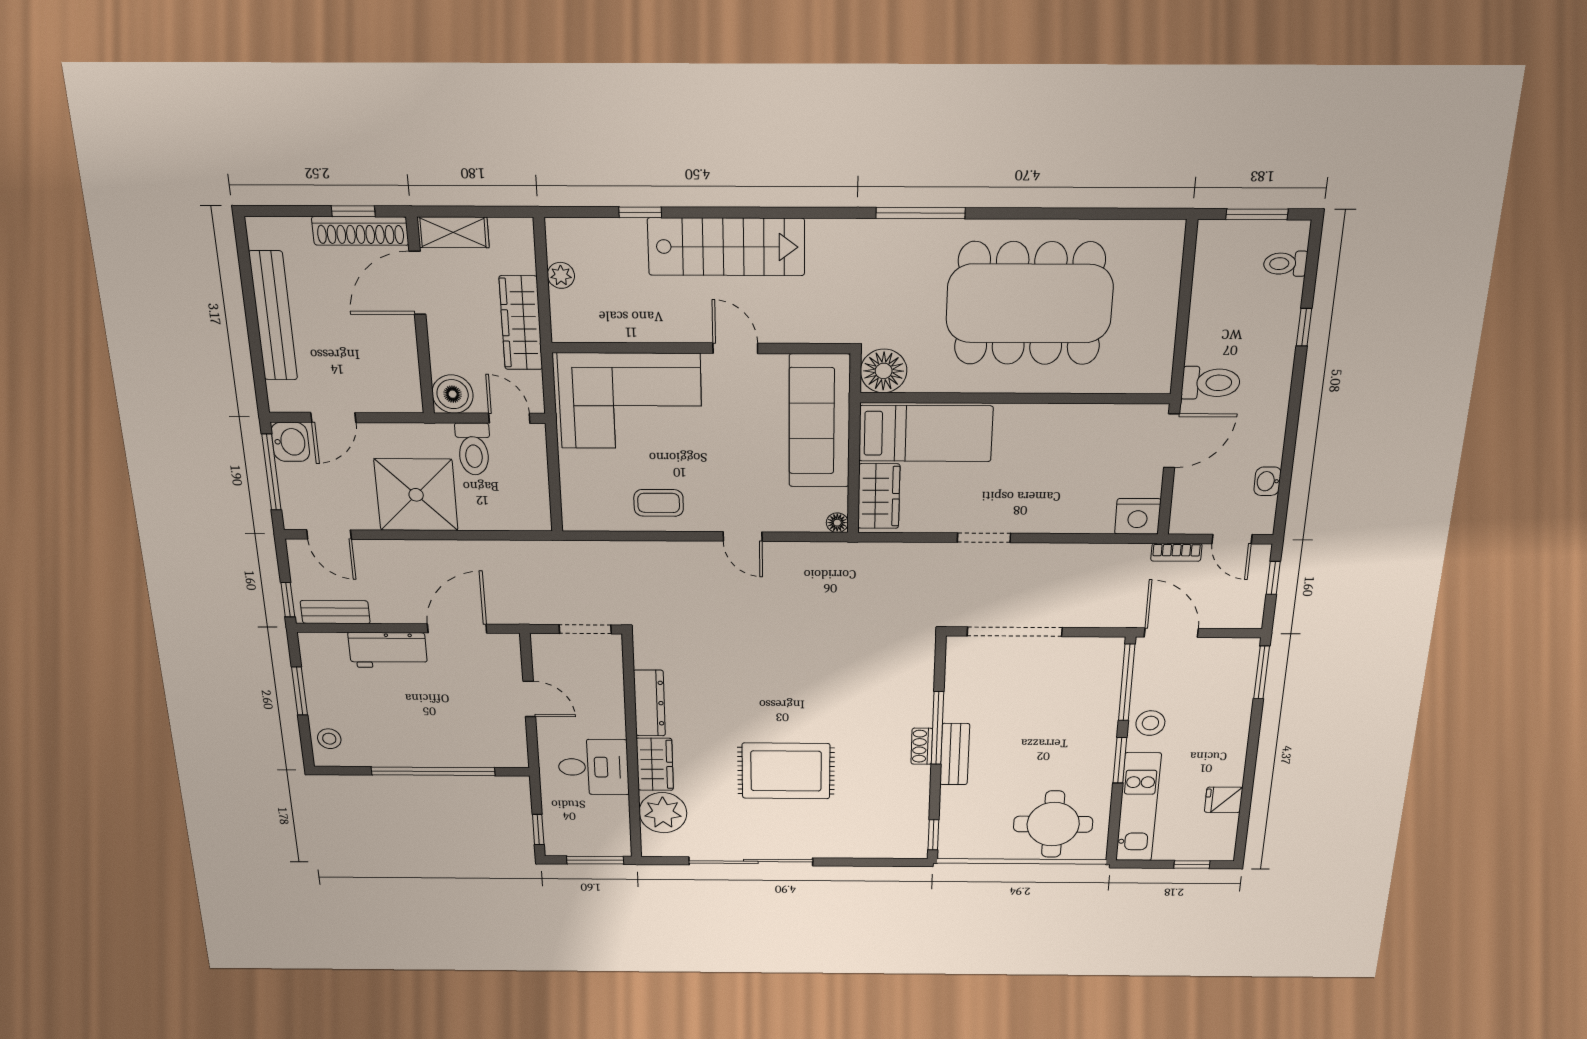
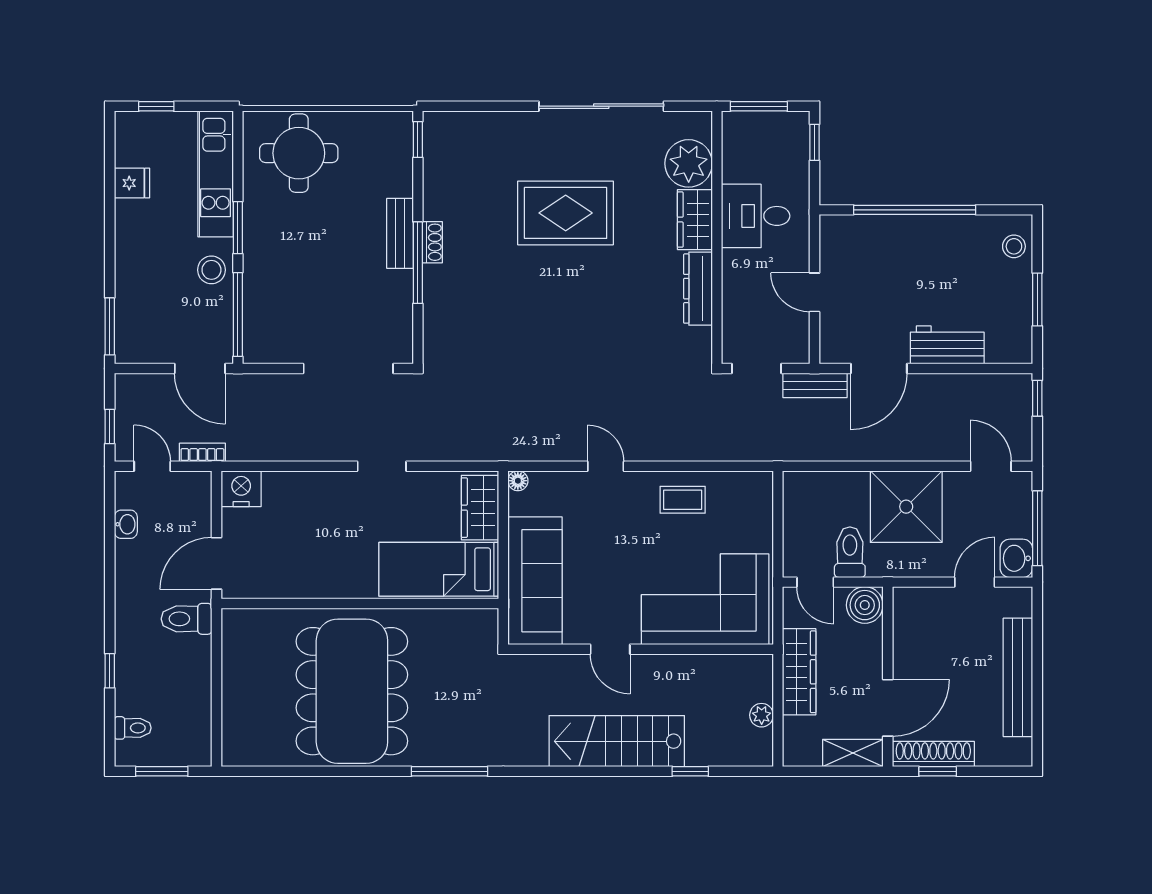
dining table: (1029, 304) -> (352, 691), turned 90
floor lamp: (884, 371) -> (478, 629), removed
bench: (335, 612) -> (815, 385), moved

